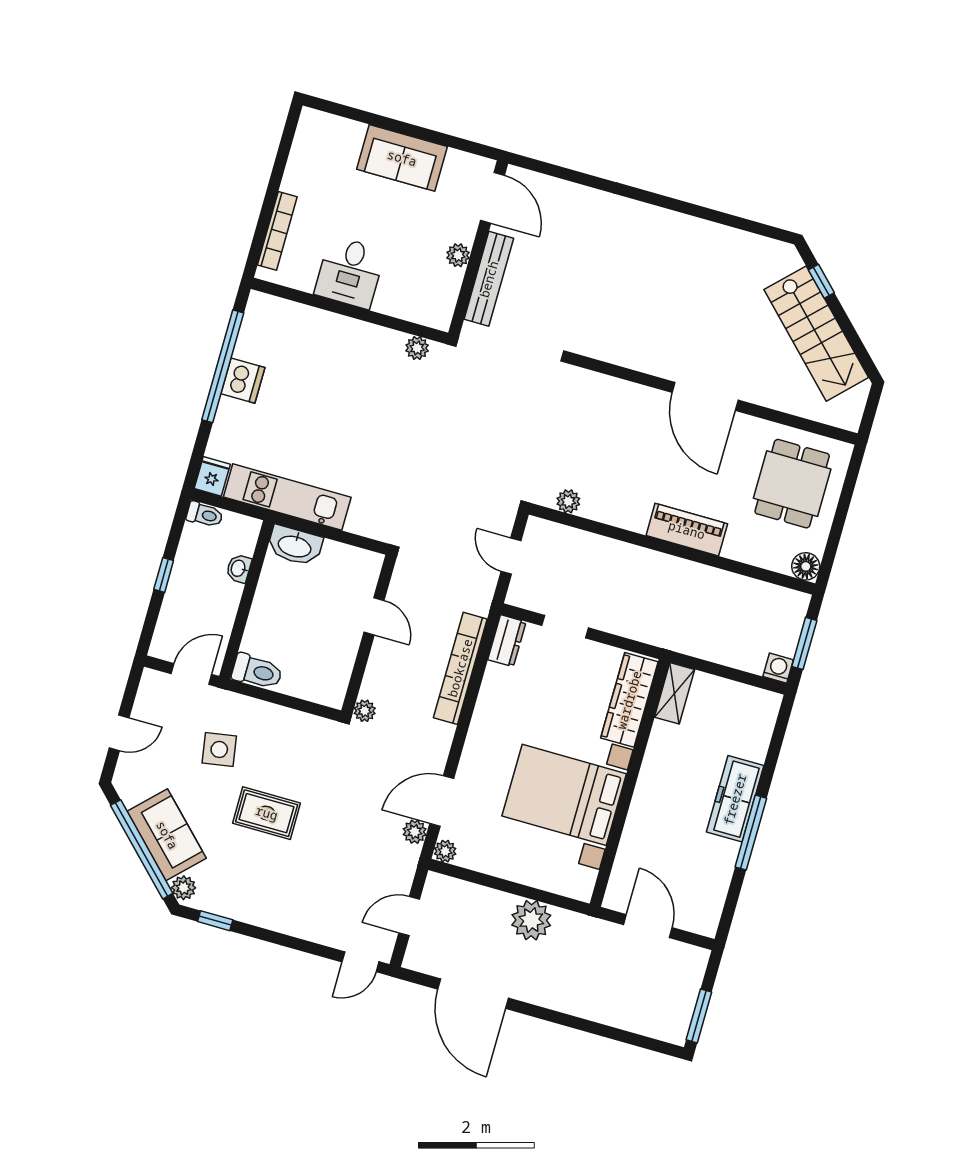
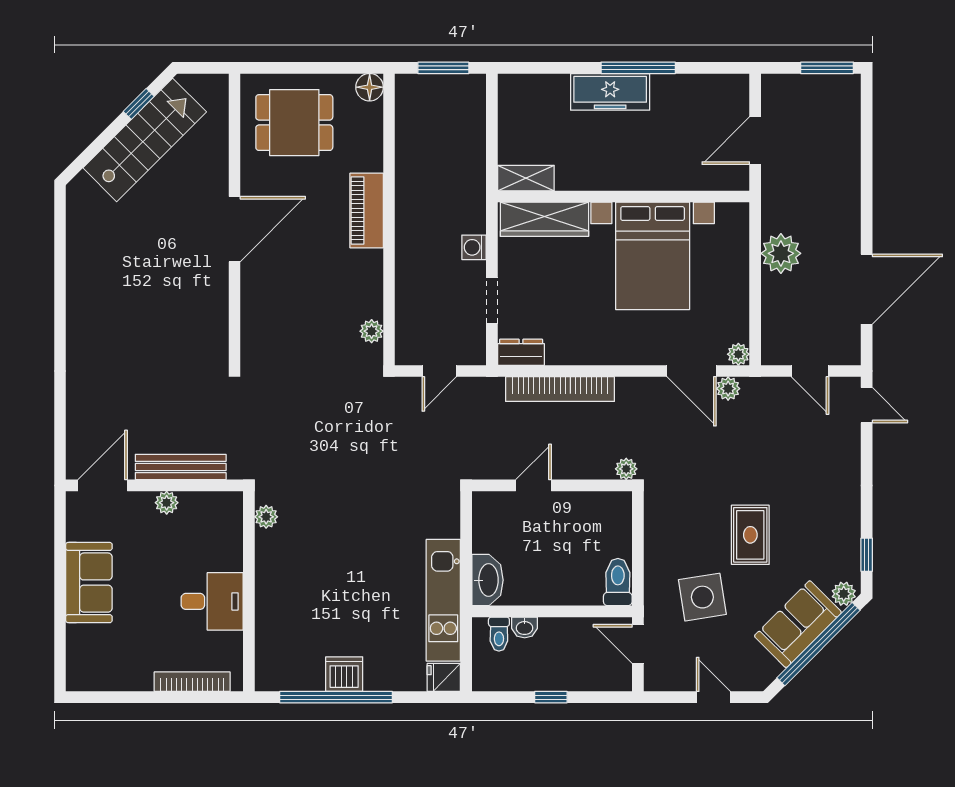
window: (821, 281) -> (139, 104), moved
toilet: (205, 515) -> (499, 634), moved, turned 180
washing machine: (778, 668) -> (474, 247), moved
side table: (219, 749) -> (702, 597), width x1.37, depth x1.37

